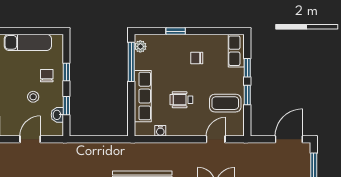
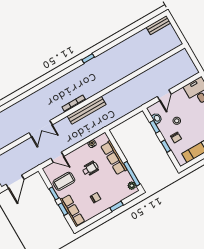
row of seats: (236, 51) -> (72, 211), width x1.48
door: (216, 139) -> (57, 157), hinge flipped

